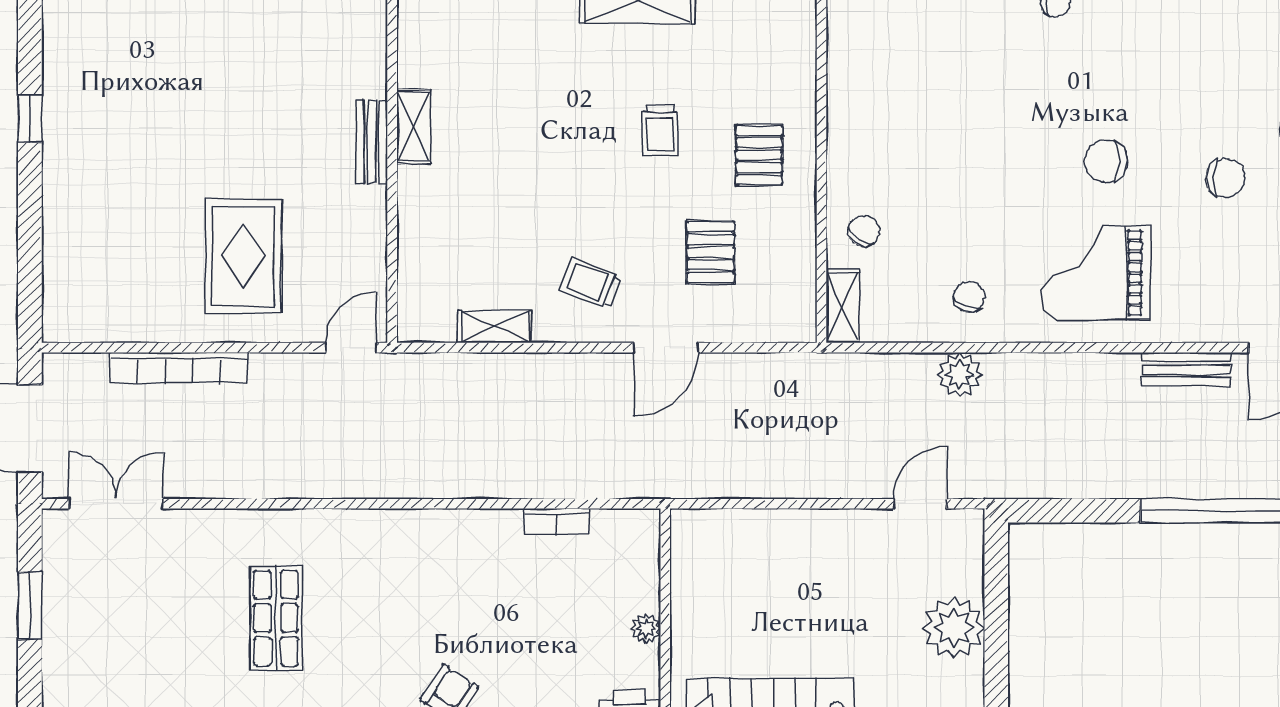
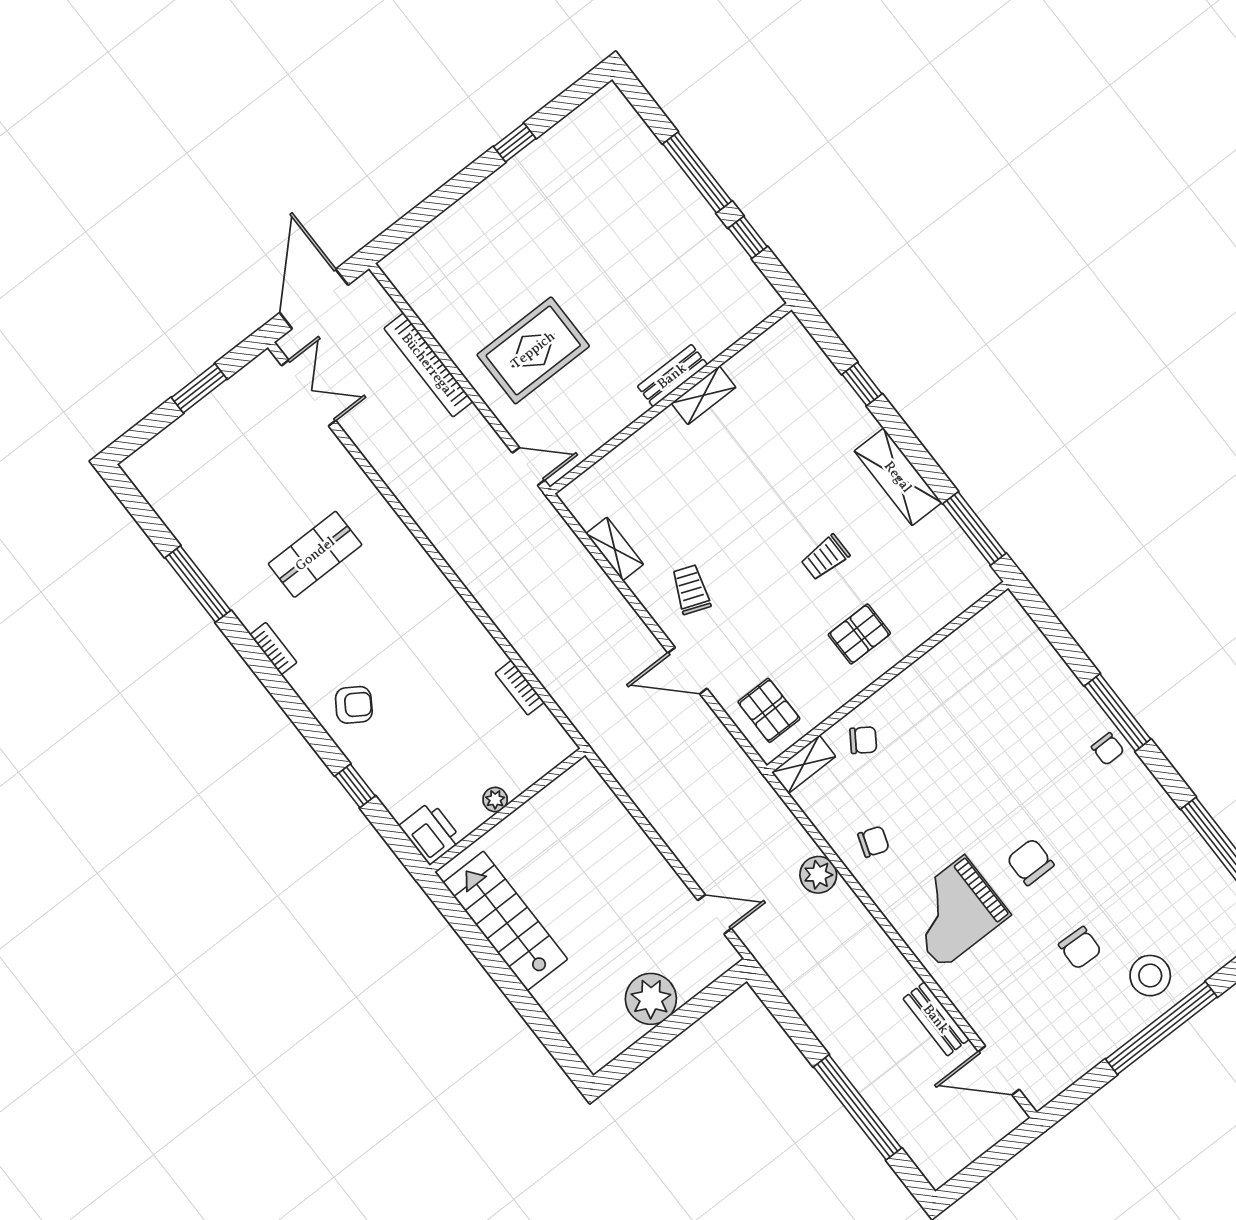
pallet: (711, 252) -> (769, 710), moved, turned 90
grand piano: (1096, 273) -> (953, 912), turned -90

